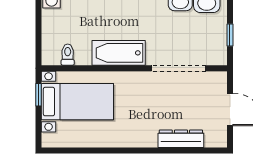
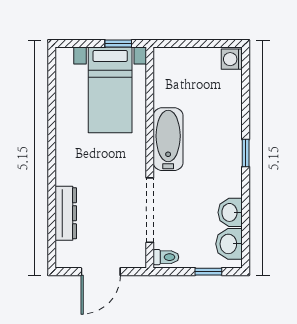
window: (230, 35) -> (208, 272), moved
toilet: (68, 55) -> (166, 257), moved

